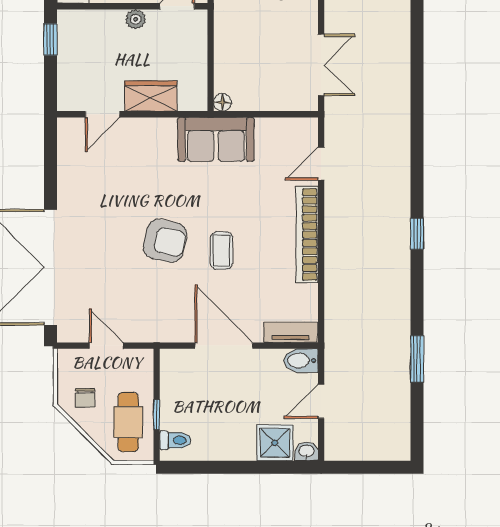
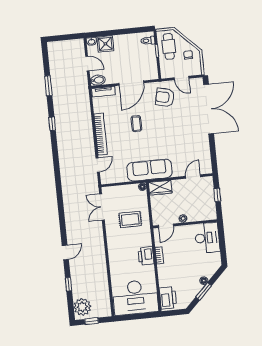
rug: (259, 29) -> (130, 219), added
window: (50, 39) -> (217, 195), moved
wardrobe: (151, 96) -> (160, 188), moved
sofa: (216, 139) -> (149, 170), width x1.36
window: (417, 234) -> (52, 124), moved
armchair: (165, 241) -> (165, 97), moved
door: (224, 346) -> (131, 83), hinge flipped
door: (321, 401) -> (87, 64), hinge flipped

